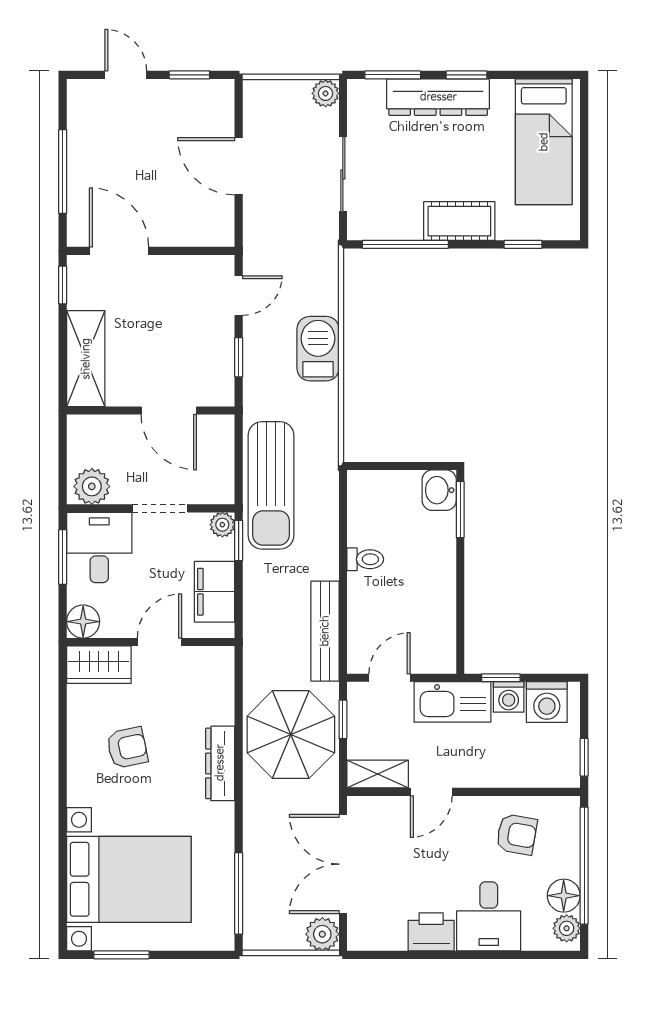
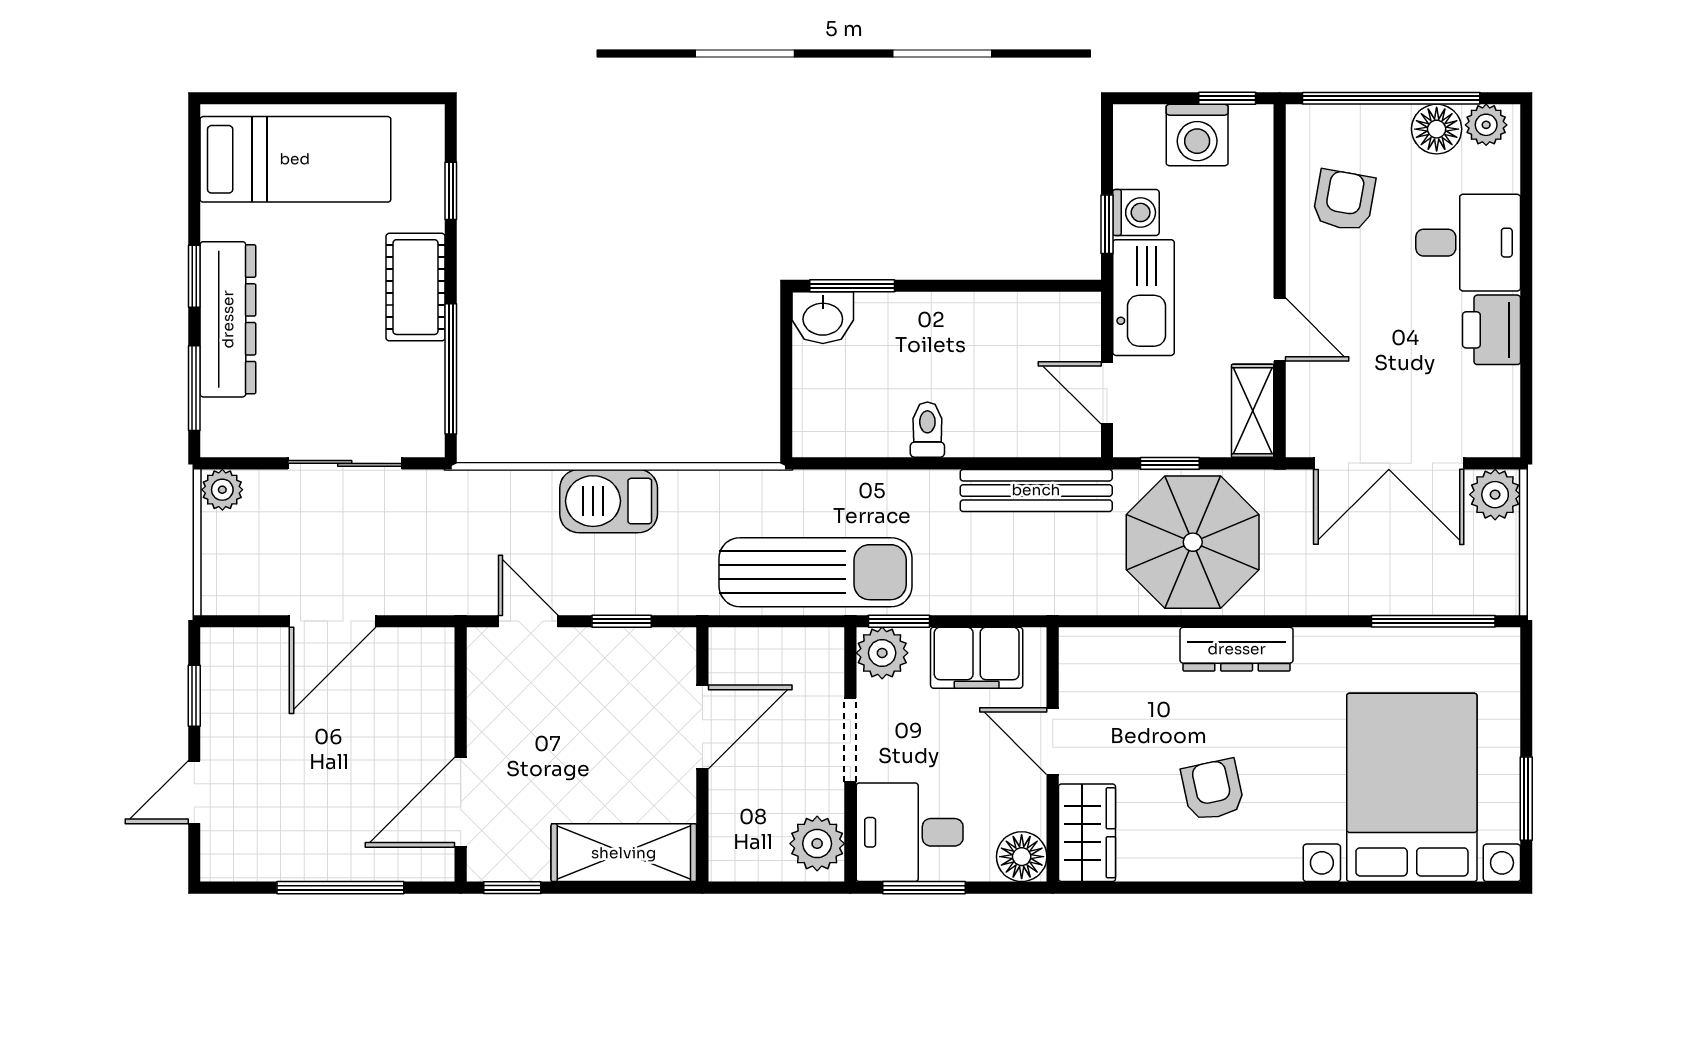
plant: (222, 525) -> (882, 653), width x1.38, depth x1.38
washing machine: (547, 702) -> (1197, 135), moved, turned 90

